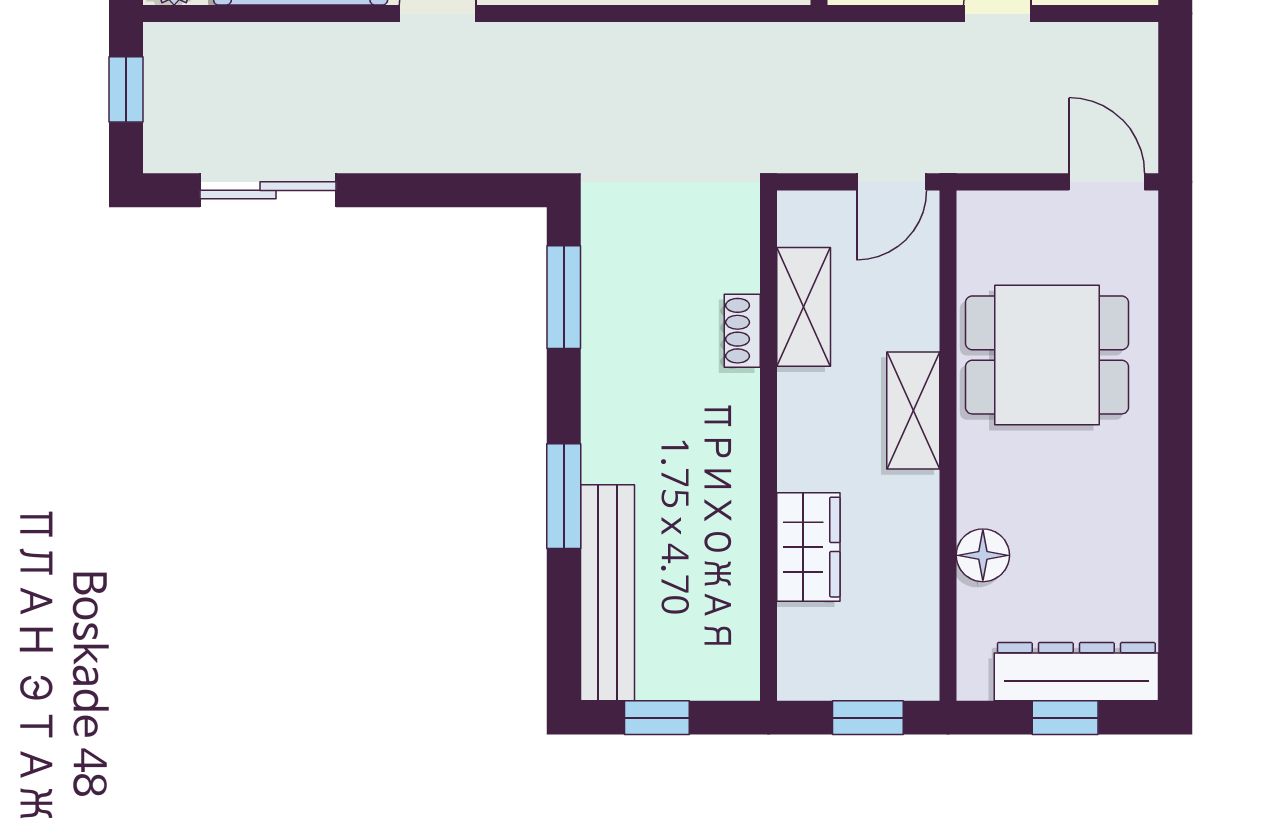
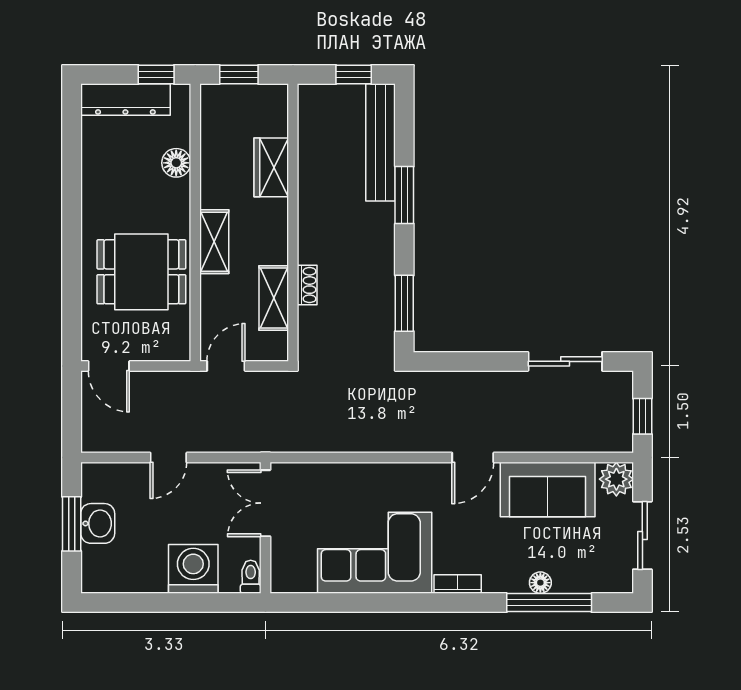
window: (1065, 718) -> (156, 74), moved

